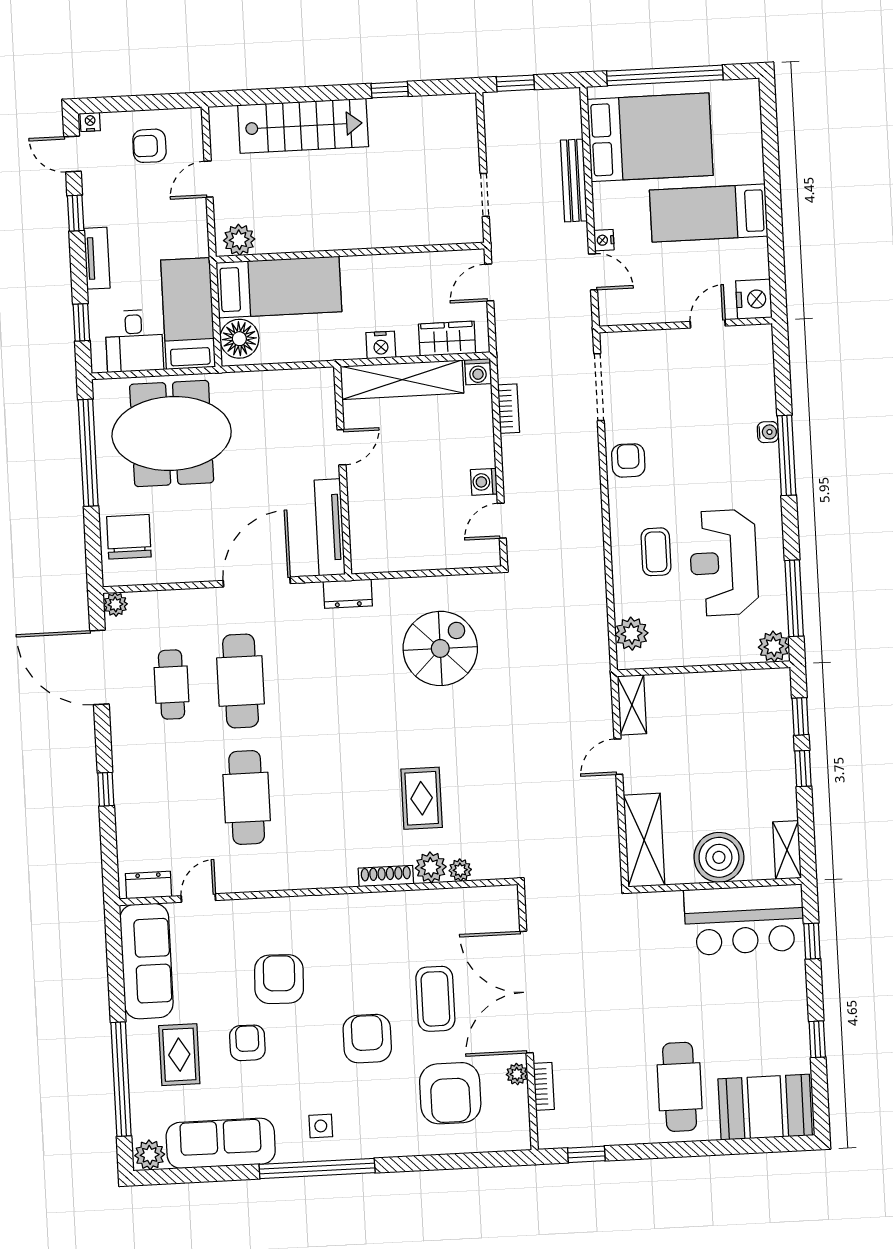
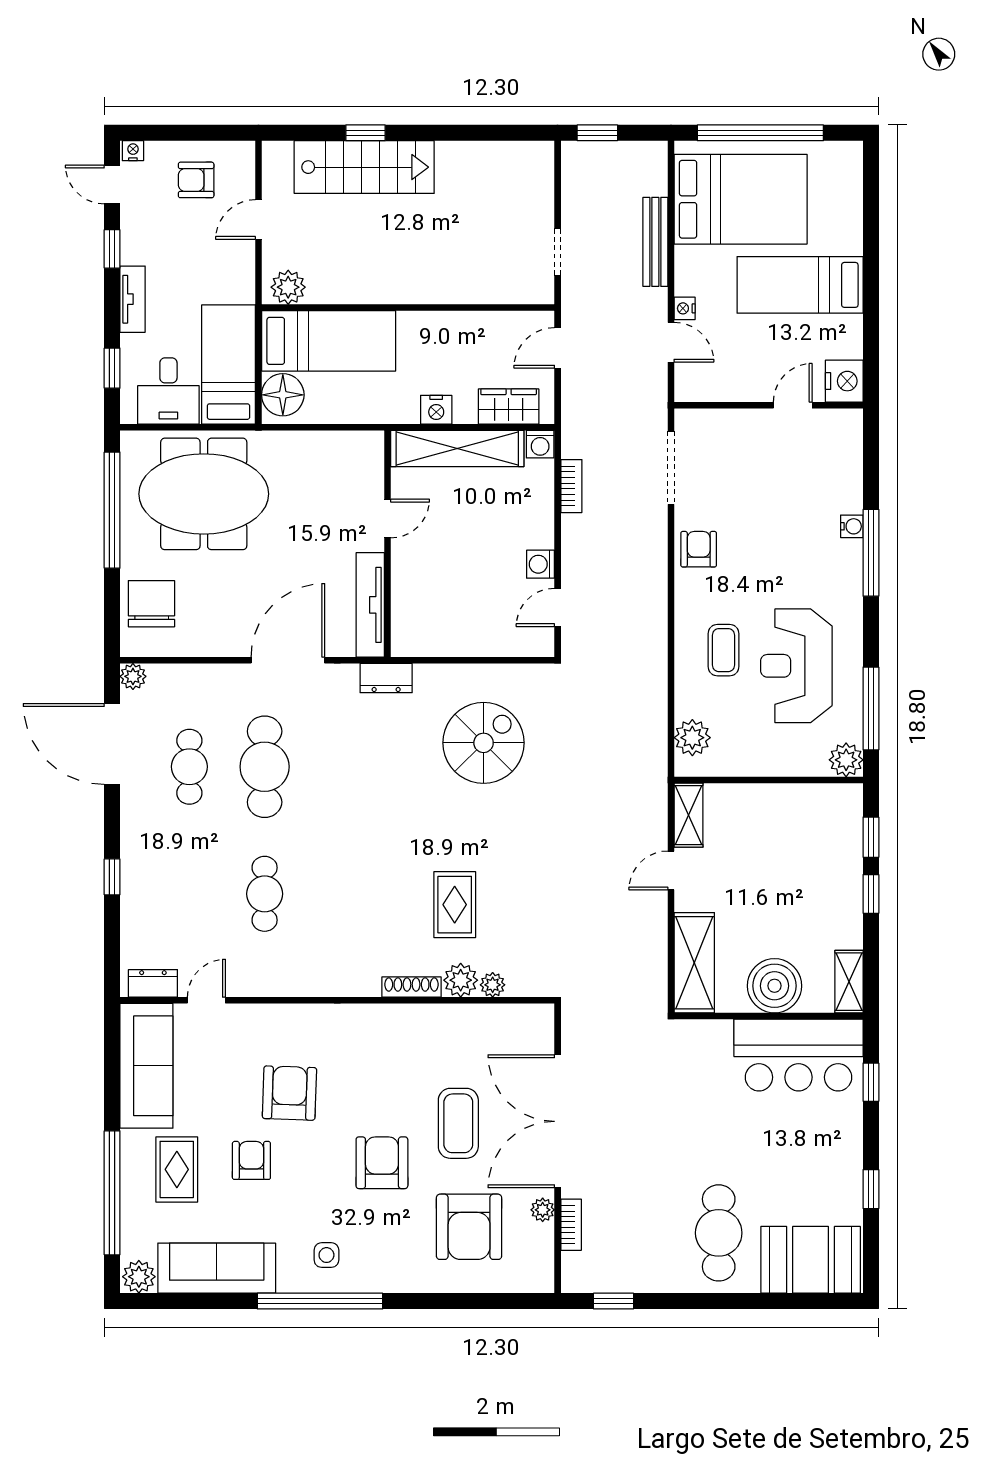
window: (390, 90) -> (365, 133), moved
cafe table: (247, 798) -> (265, 894), width x0.73, depth x0.74

